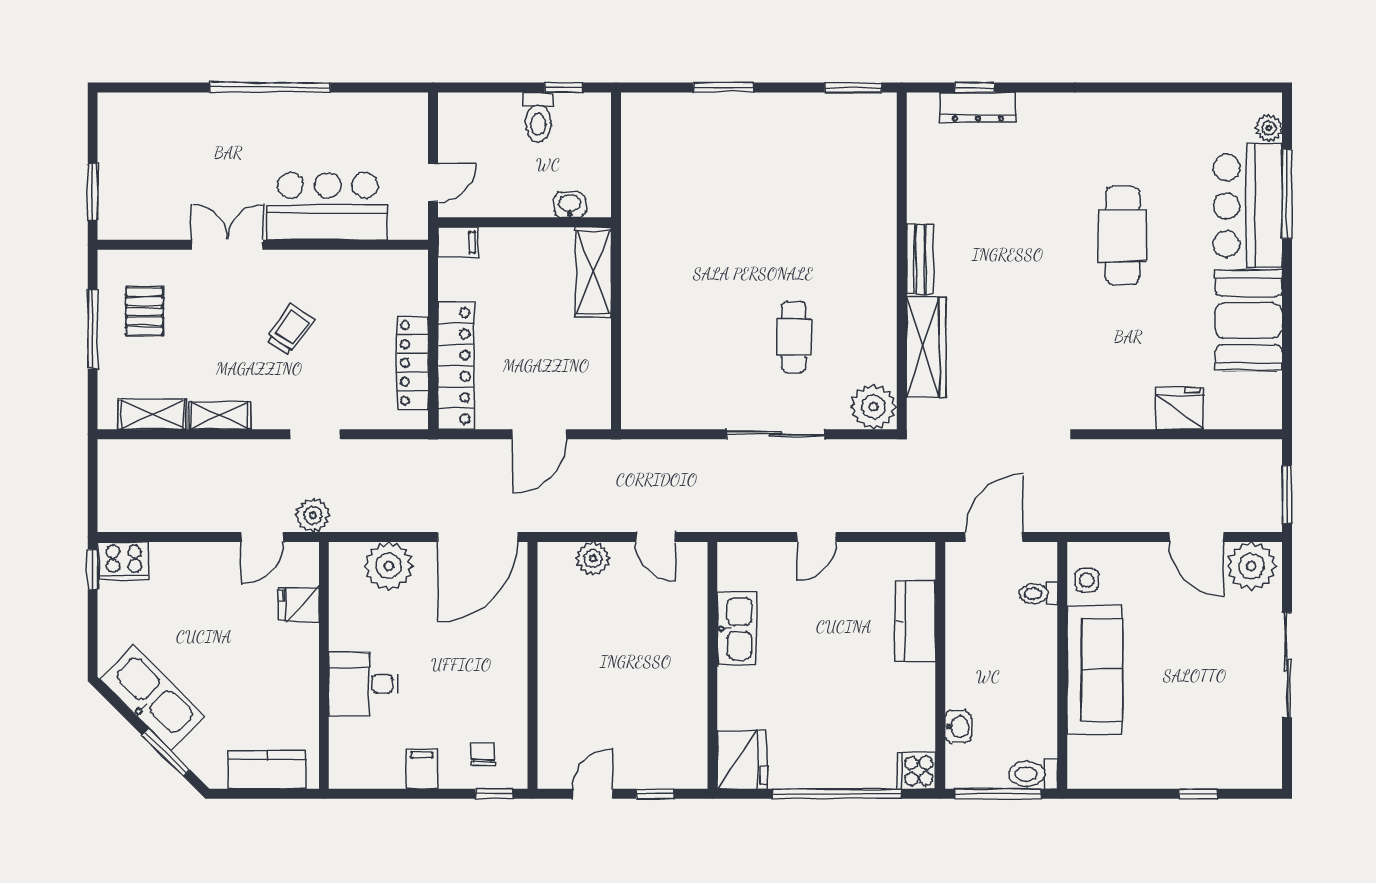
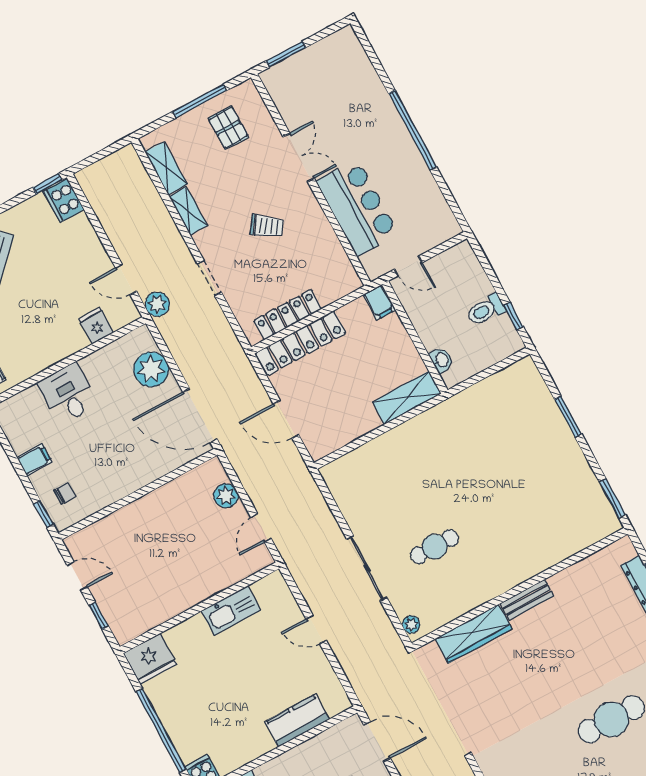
pallet: (144, 311) -> (228, 128), turned 90
plant: (873, 407) -> (411, 624), width x0.53, depth x0.53

